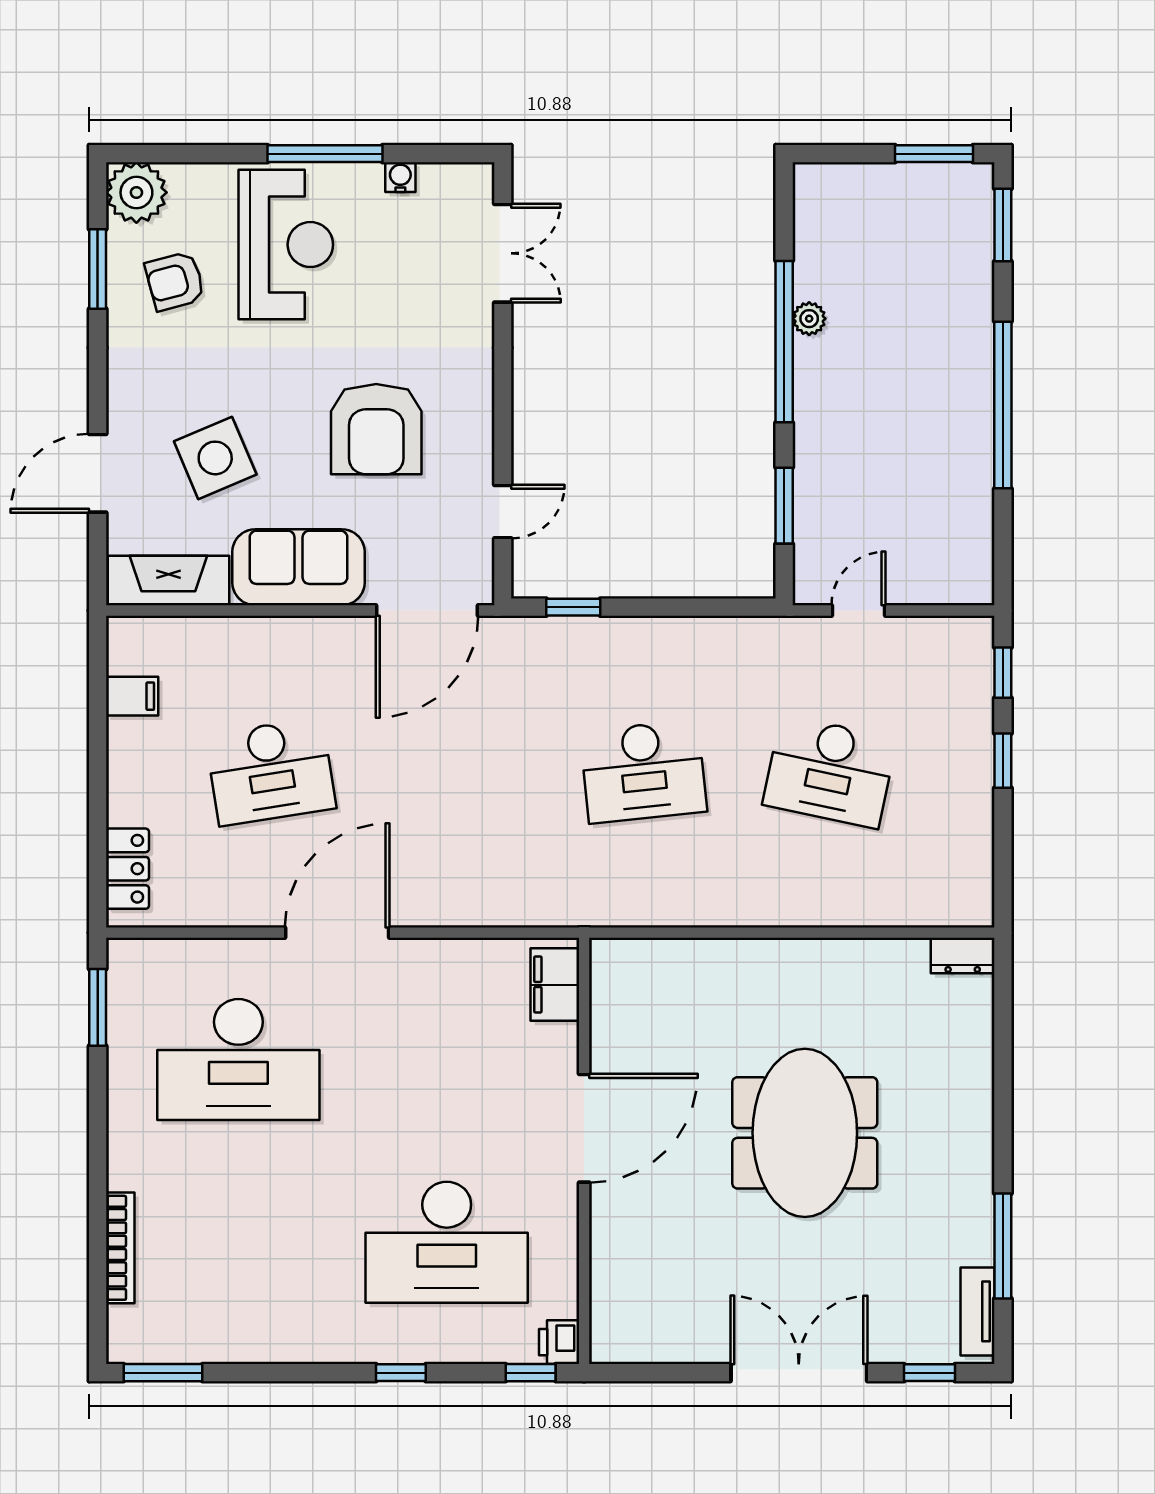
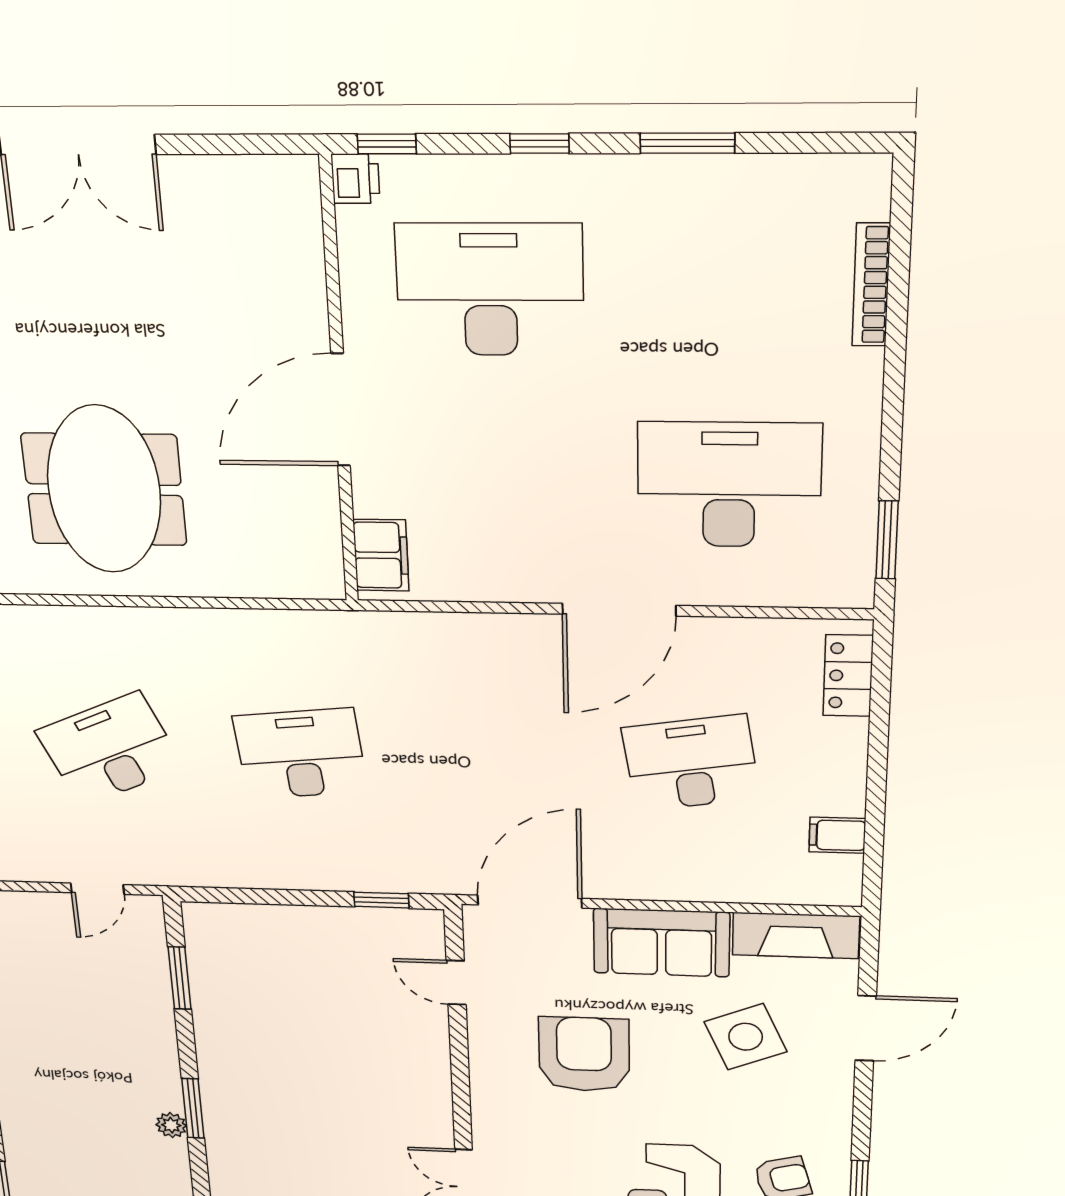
window: (784, 342) -> (193, 1108), width x0.47
door: (503, 512) -> (456, 983), hinge flipped
desk: (830, 772) -> (110, 749), turned -36
meeting table: (805, 1133) -> (104, 490), moved
window: (163, 1373) -> (687, 143), moved

